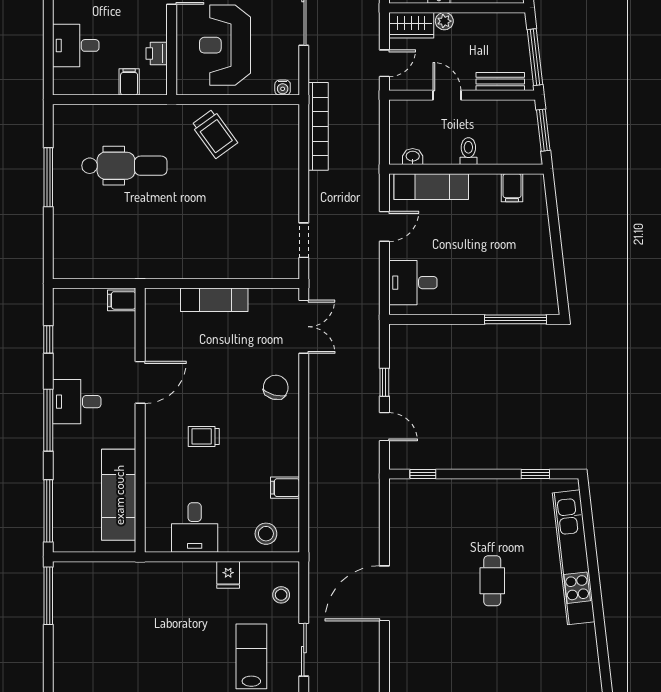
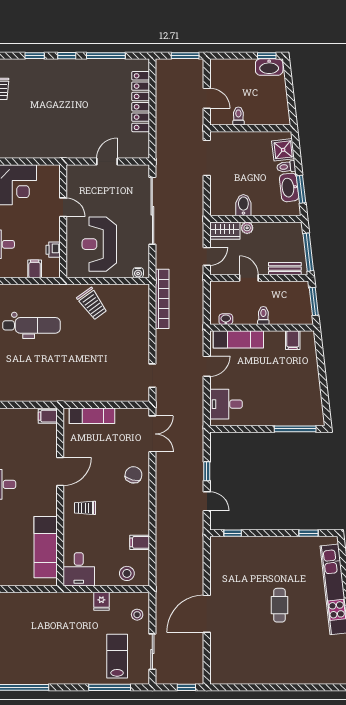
filing cabinet: (122, 300) -> (48, 416), moved
door: (140, 382) -> (60, 471), moved
wall: (140, 420) -> (60, 497), moved
exam couch: (119, 495) -> (46, 547), moved

